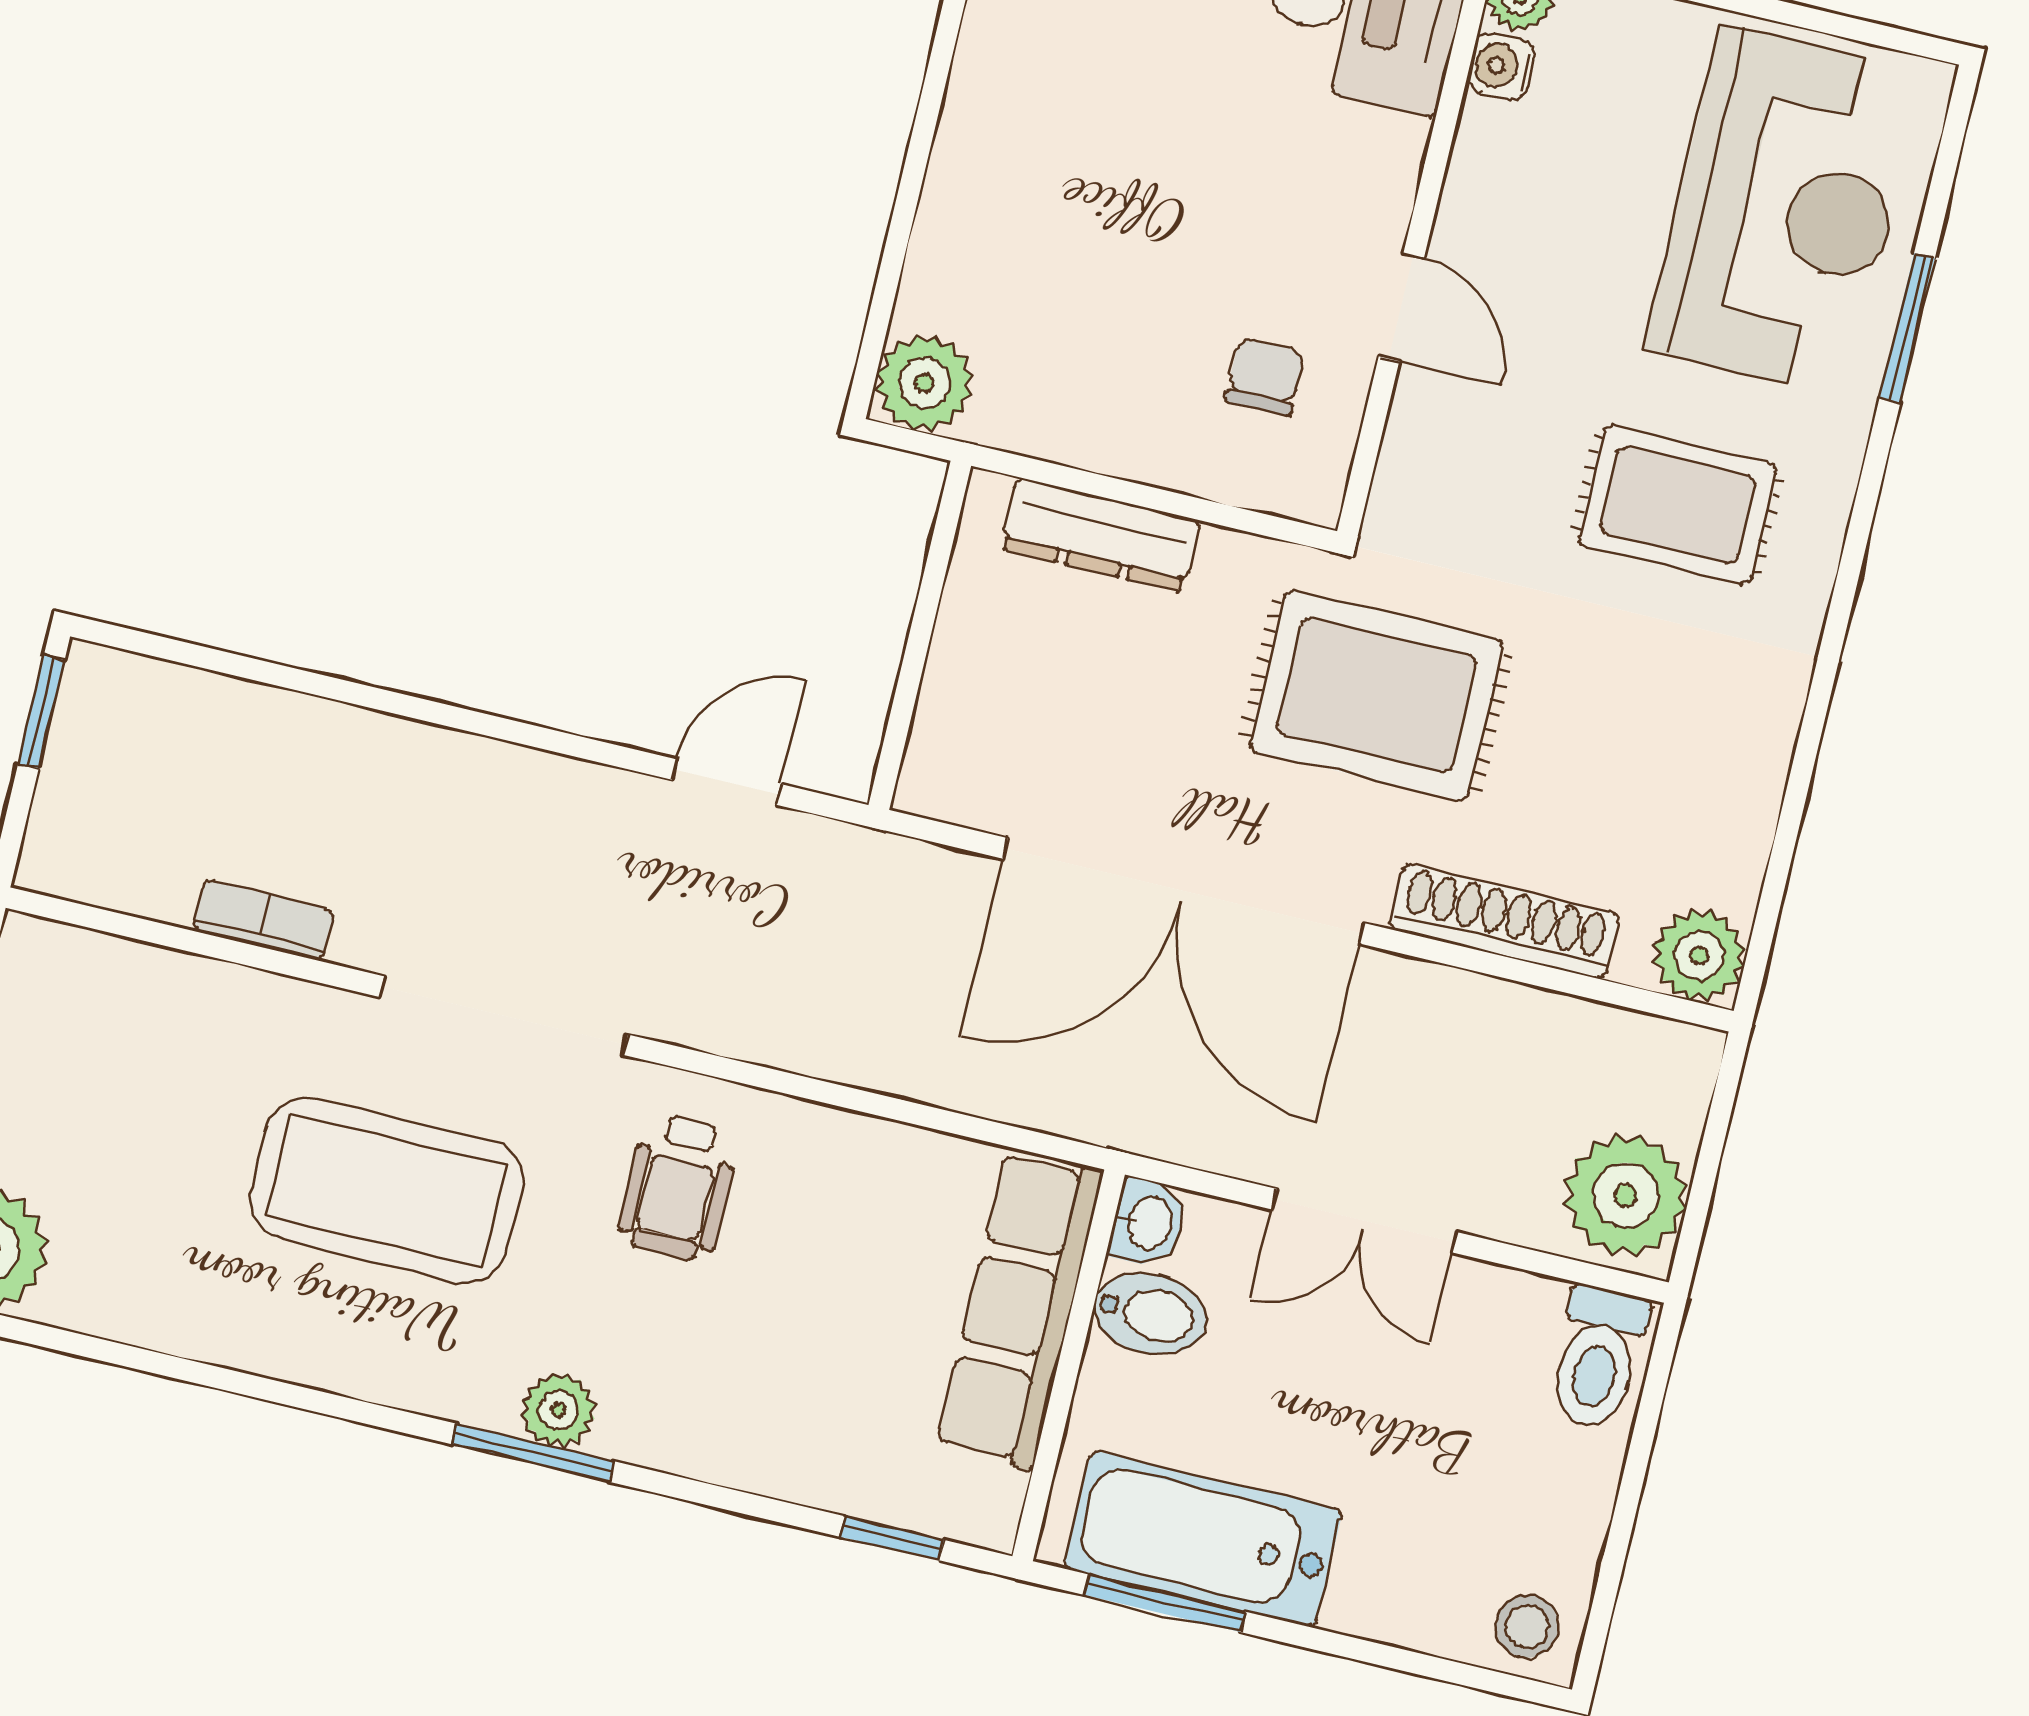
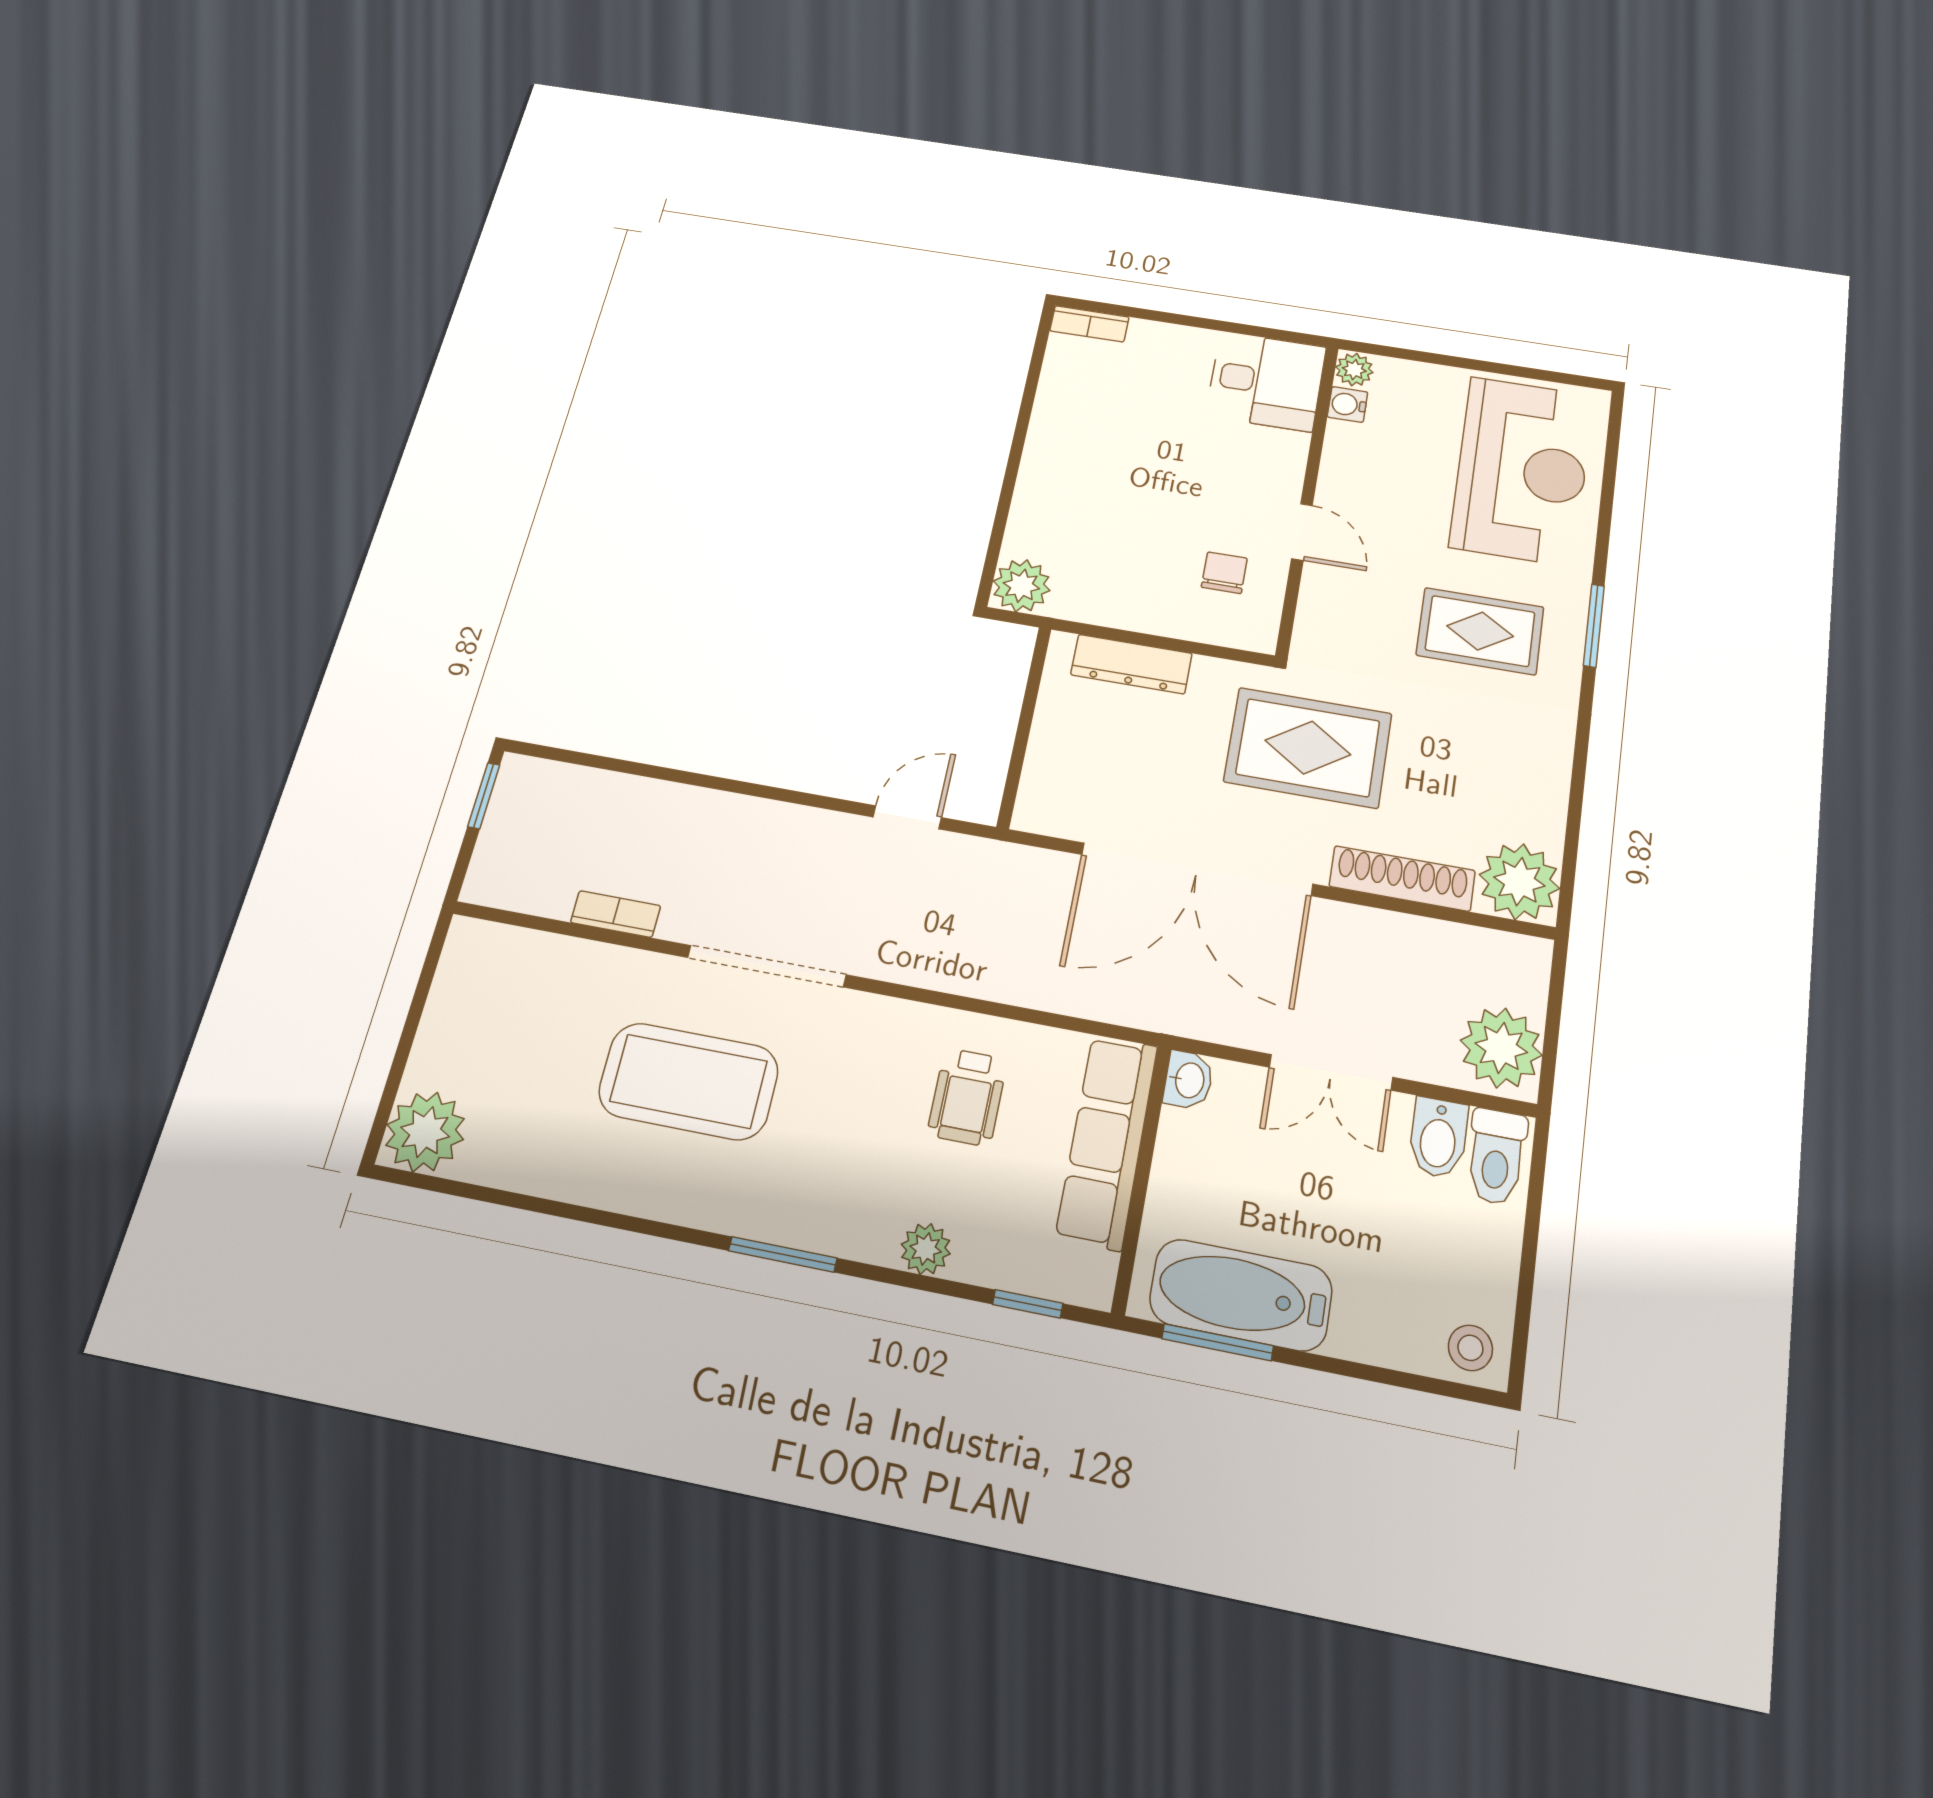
window: (1907, 328) -> (1594, 626), moved
plant: (1699, 955) -> (1519, 882), width x1.36, depth x1.36
wheelchair: (678, 1187) -> (967, 1097), moved
bidet: (1150, 1314) -> (1438, 1138), moved, turned 90
plant: (559, 1410) -> (926, 1249), moved

